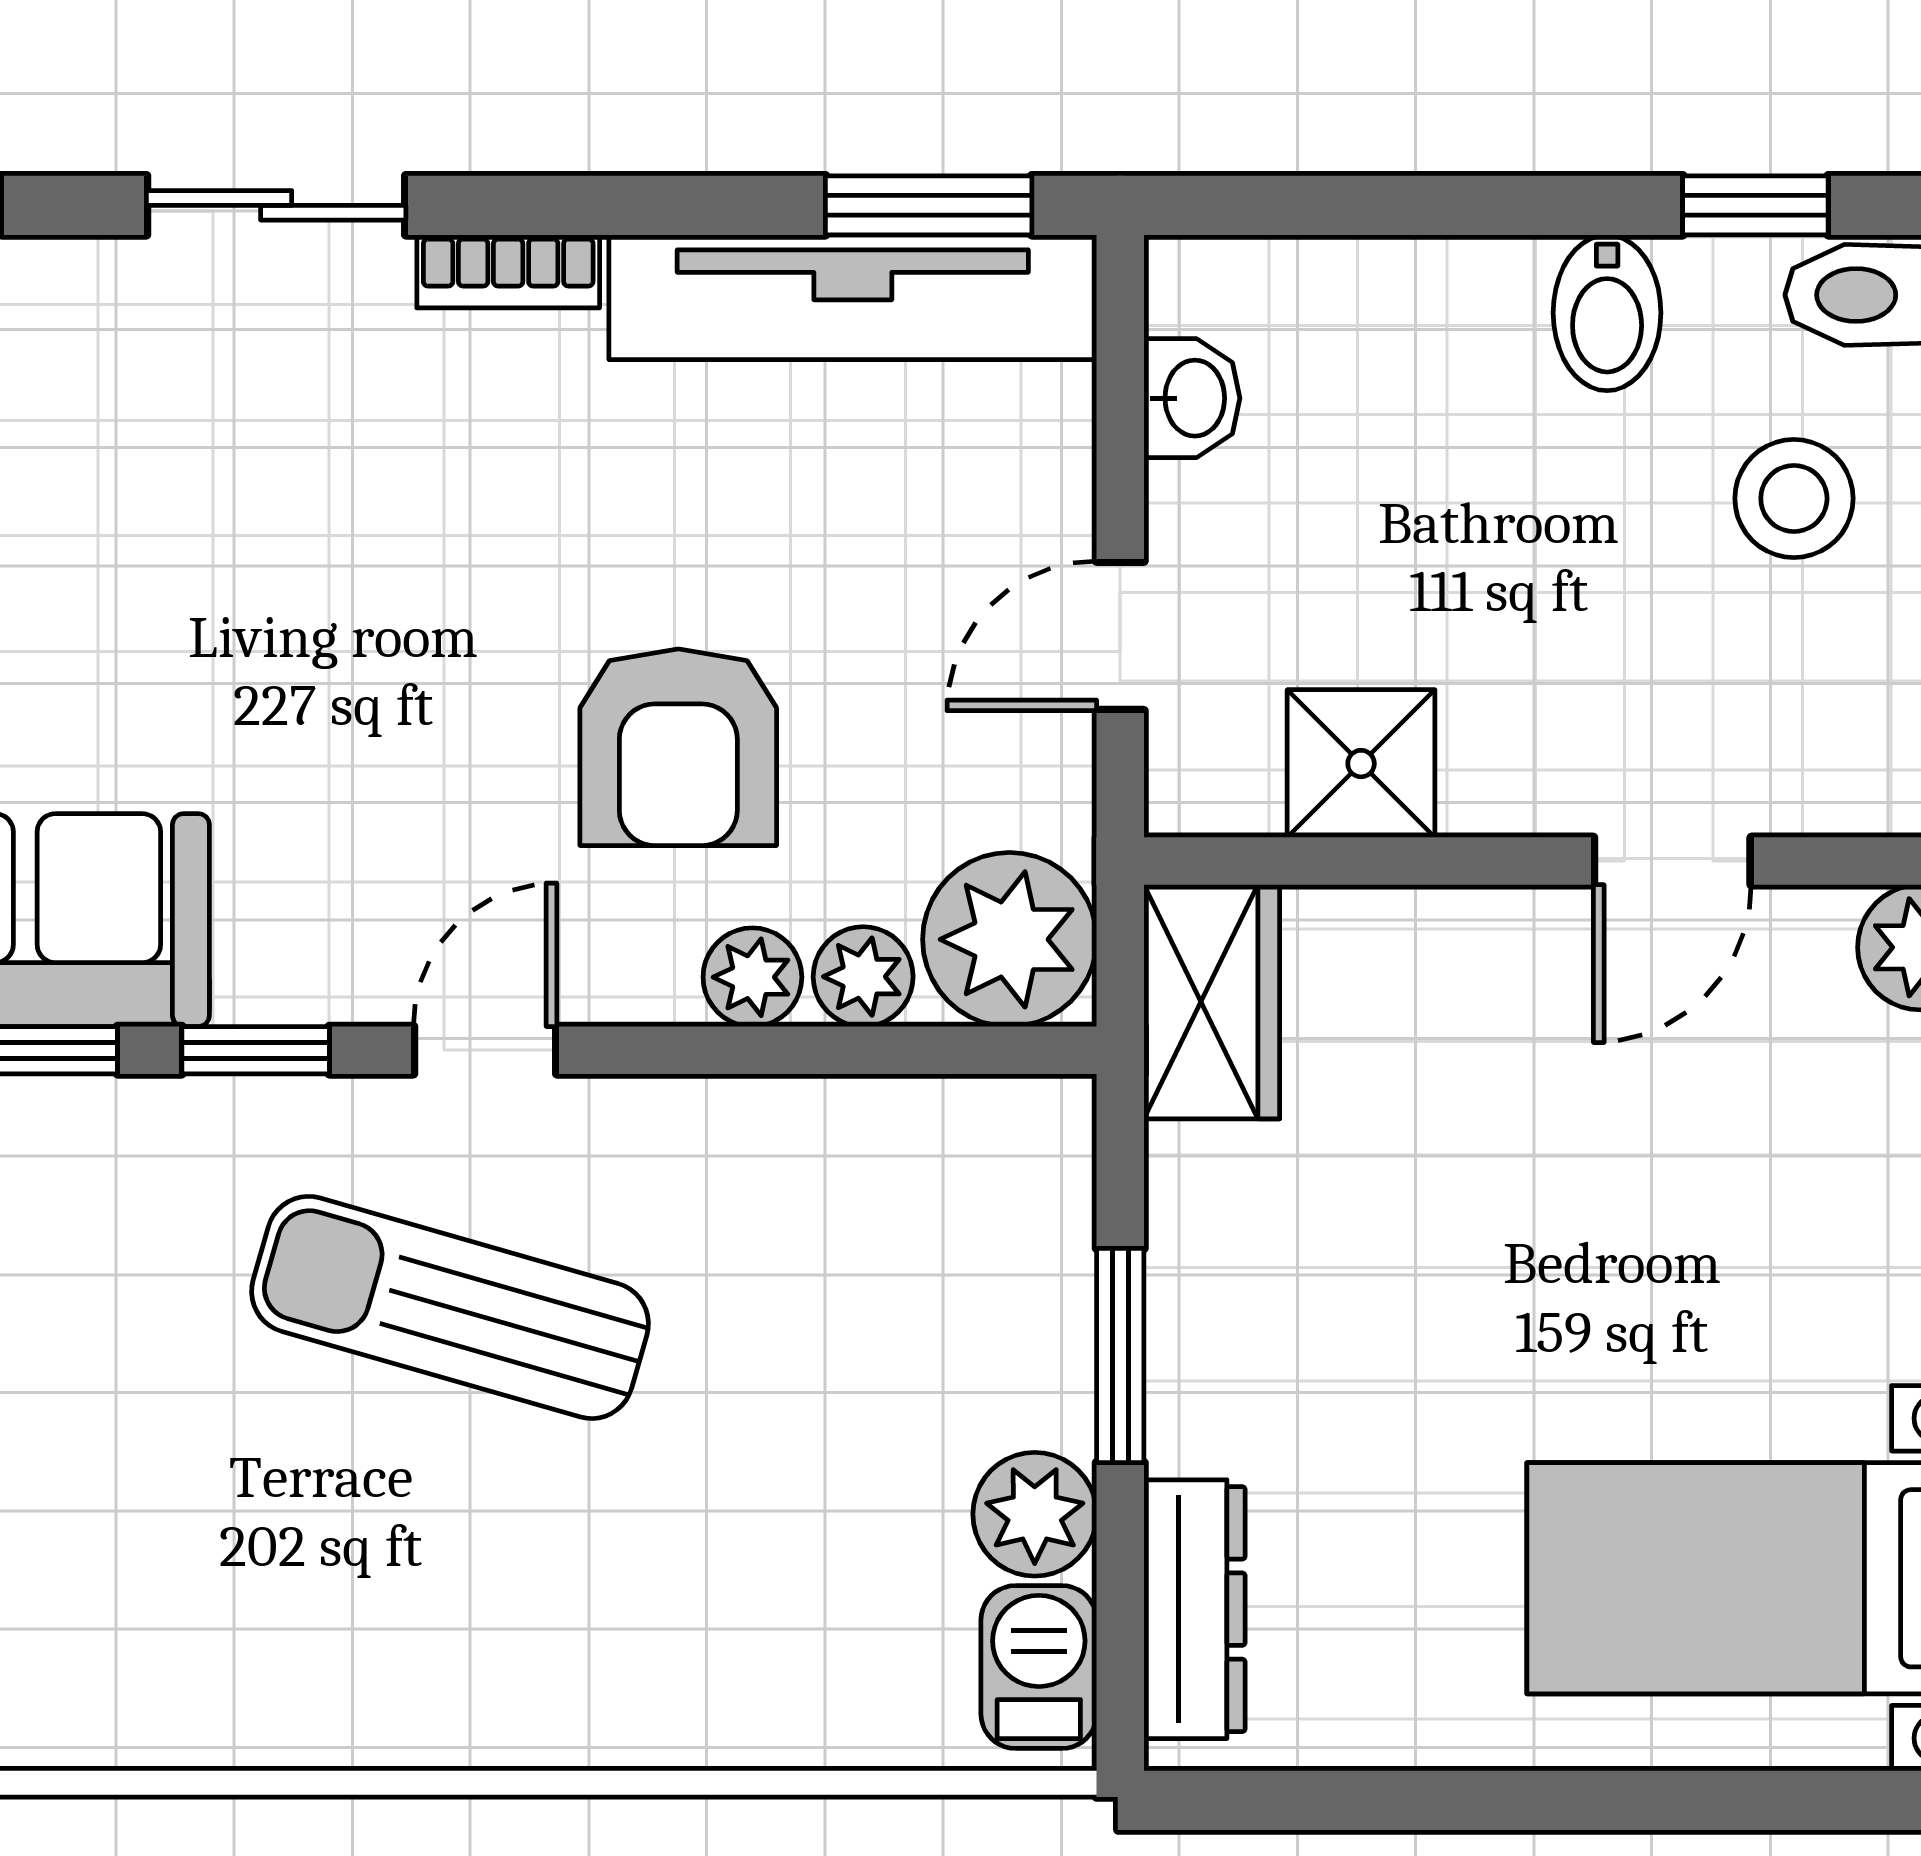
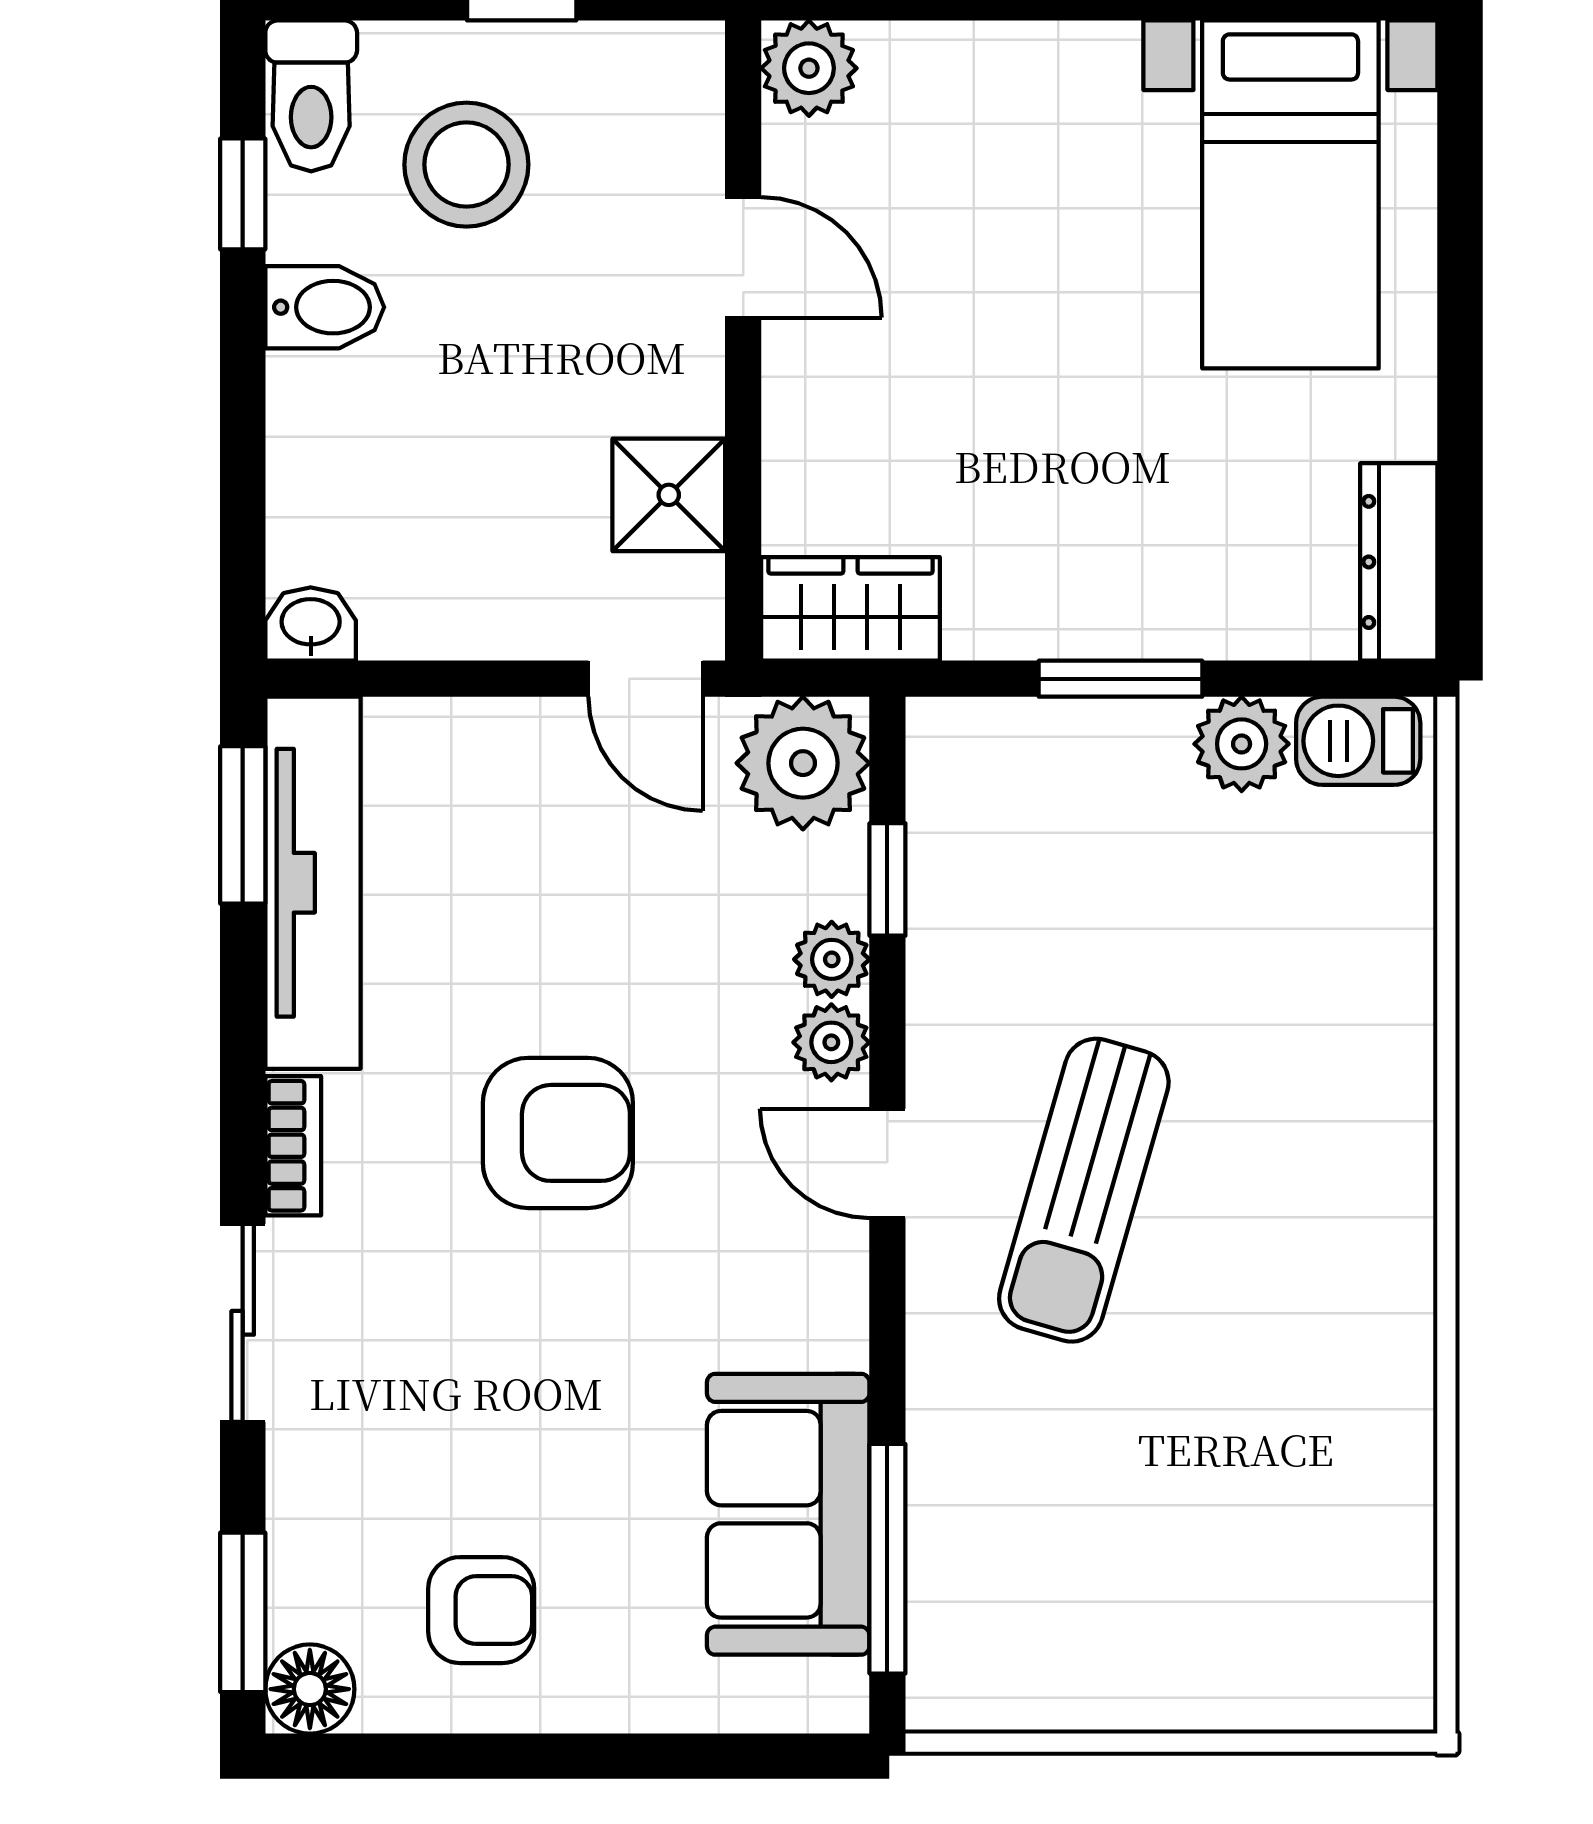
washbasin: (1192, 398) -> (311, 624), moved
stool: (1794, 498) -> (466, 165), width x1.38, depth x1.38
door: (1120, 636) -> (646, 679), moved
armchair: (678, 747) -> (558, 1133), moved
plant: (863, 977) -> (831, 1042), moved
window: (256, 1050) -> (887, 879), moved
dresser: (1195, 1609) -> (1399, 562), moved, turned -90

